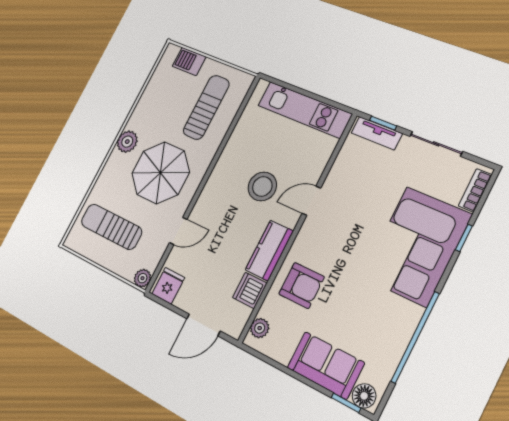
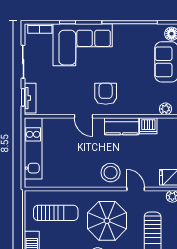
sun lounger: (206, 107) -> (56, 213), turned 180
stool: (262, 186) -> (111, 173), moved
armchair: (301, 285) -> (106, 94), moved

